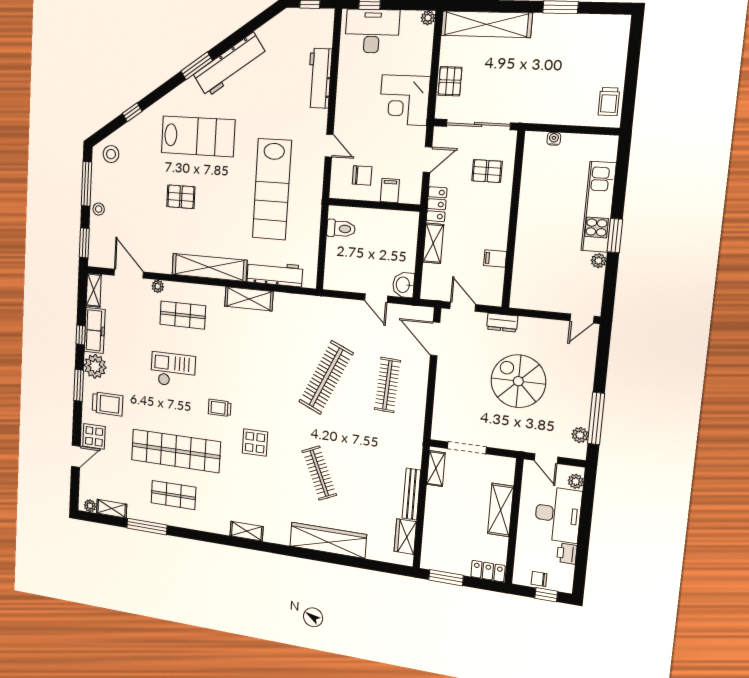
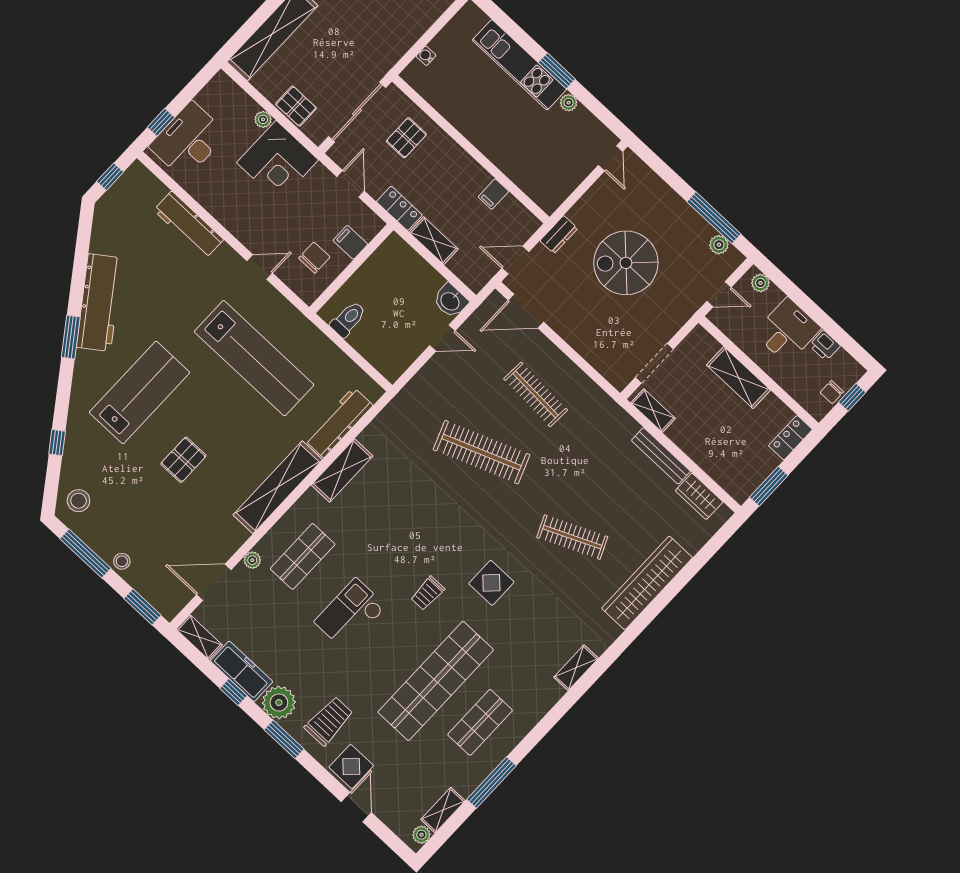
plant: (428, 18) -> (263, 119), moved
clothes rail: (326, 378) -> (482, 452), turned -45
desk: (558, 514) -> (787, 331), width x0.73

